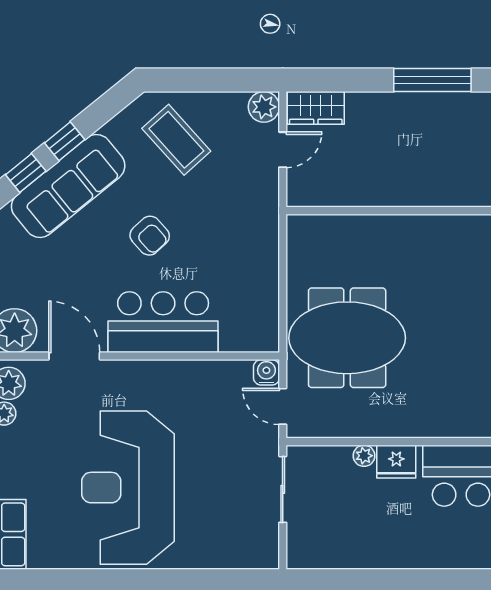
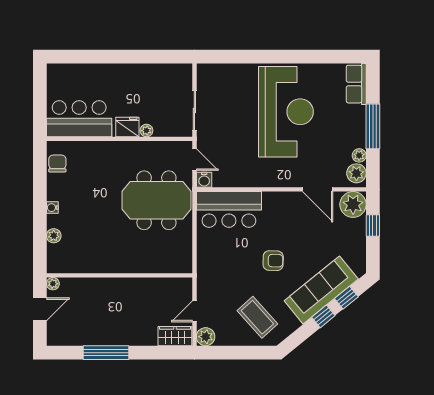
armchair: (150, 236) -> (273, 261), turned 134
bar counter: (163, 322) -> (229, 209), moved

